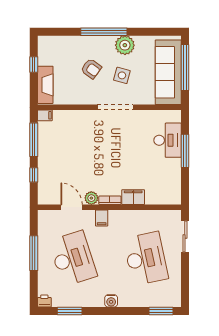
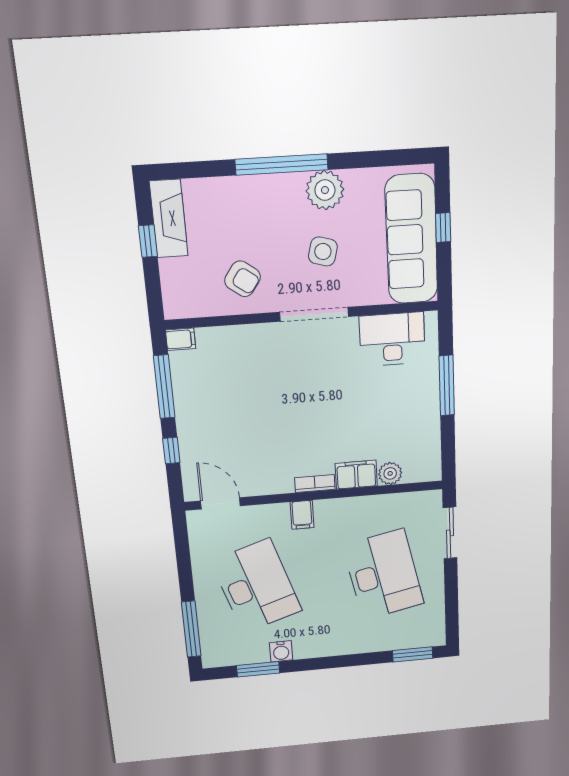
window: (185, 67) -> (443, 228), width x0.32
armchair: (91, 69) -> (243, 279), moved
fireplace: (45, 85) -> (169, 219), moved
desk: (168, 140) -> (392, 339), moved, turned -90
plant: (91, 198) -> (390, 473), moved
door: (72, 207) -> (220, 503), moved
window: (34, 253) -> (191, 629), moved
printer: (44, 301) -> (213, 658), removed
water cooler: (111, 301) -> (281, 651), moved

